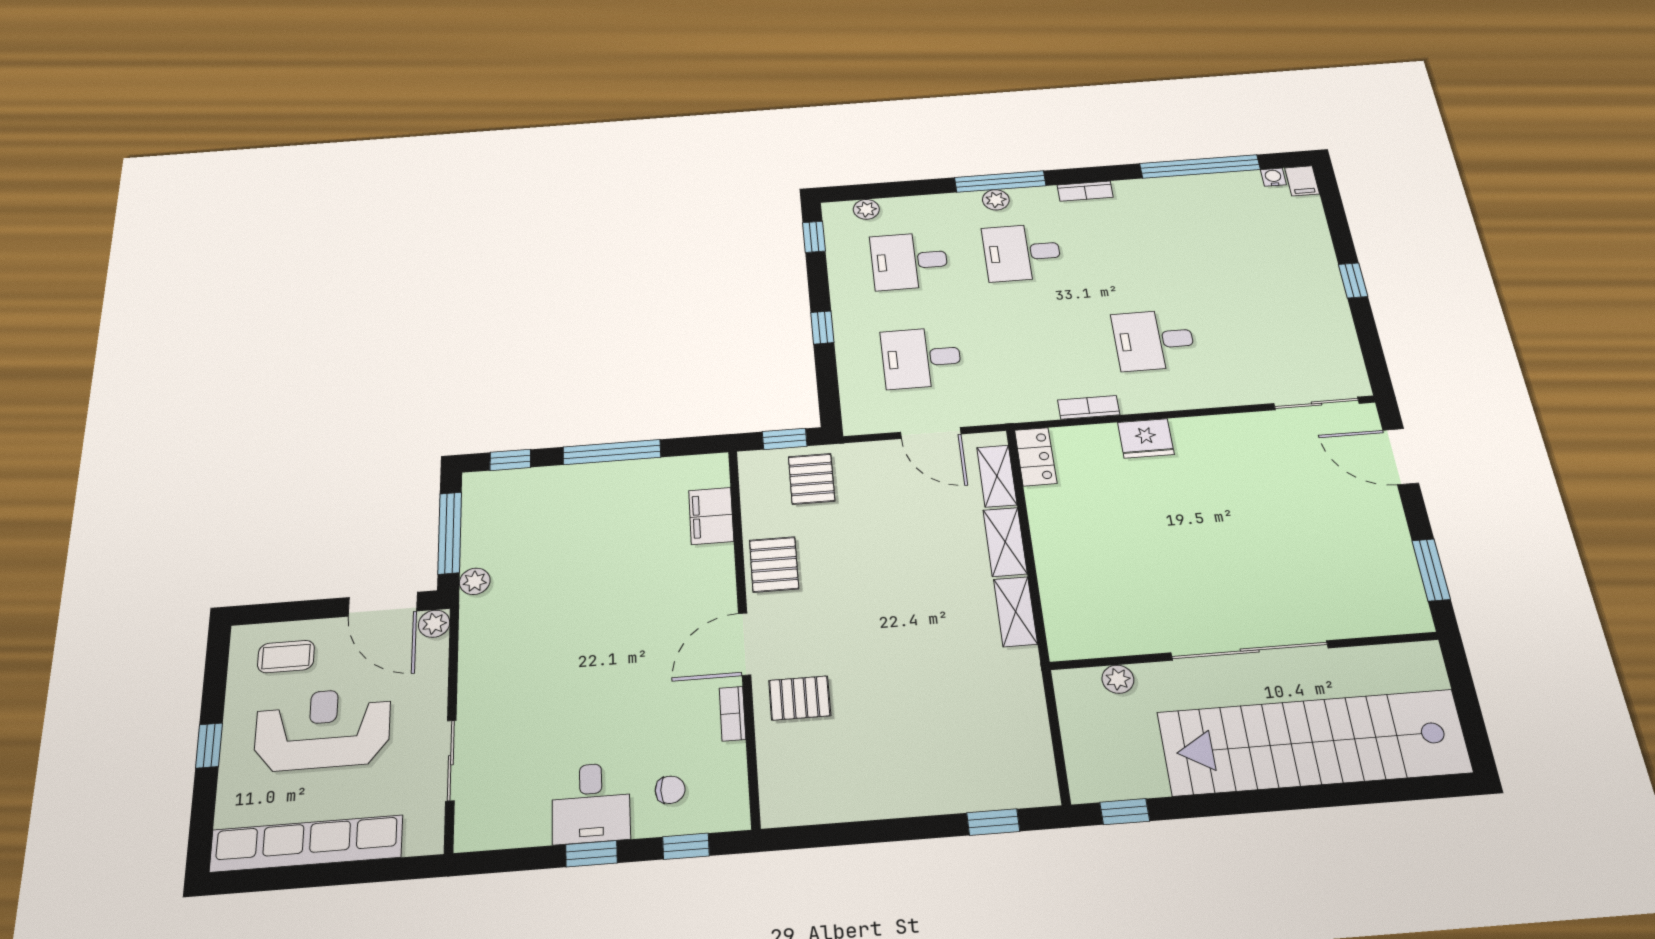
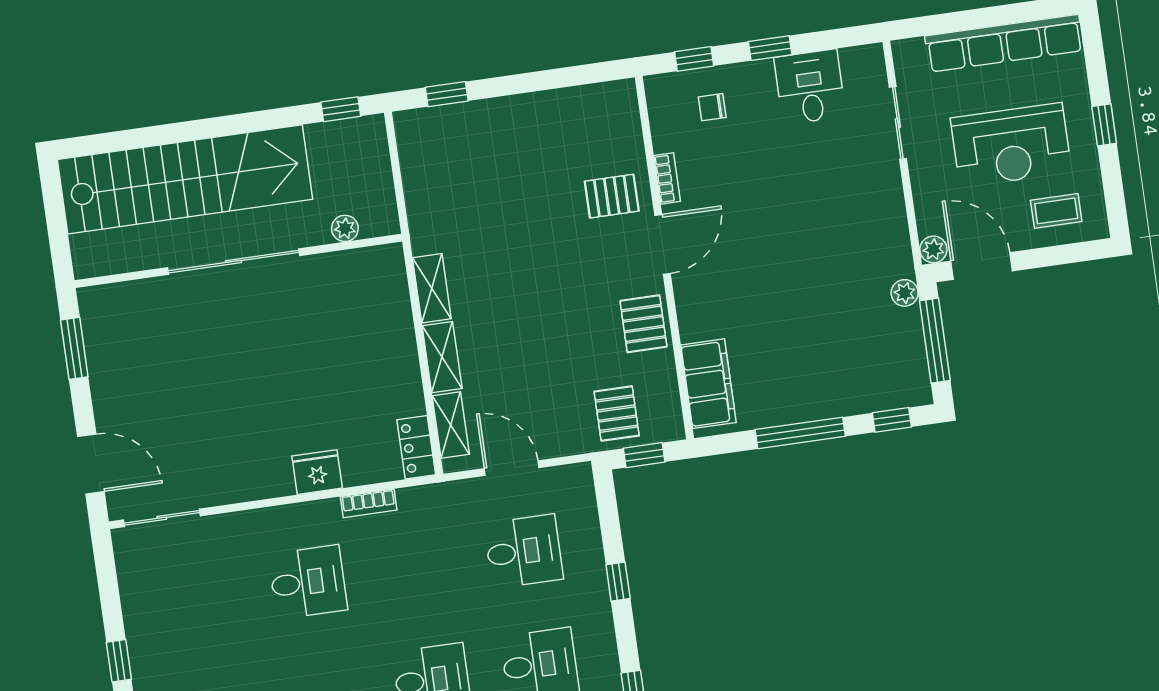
filing cabinet: (711, 516) -> (708, 384), width x1.50, depth x1.17
desk: (591, 803) -> (810, 87), moved

